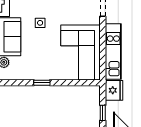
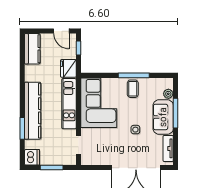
coffee table: (43, 68) -> (133, 89), added
window: (42, 83) -> (134, 75), width x2.17

